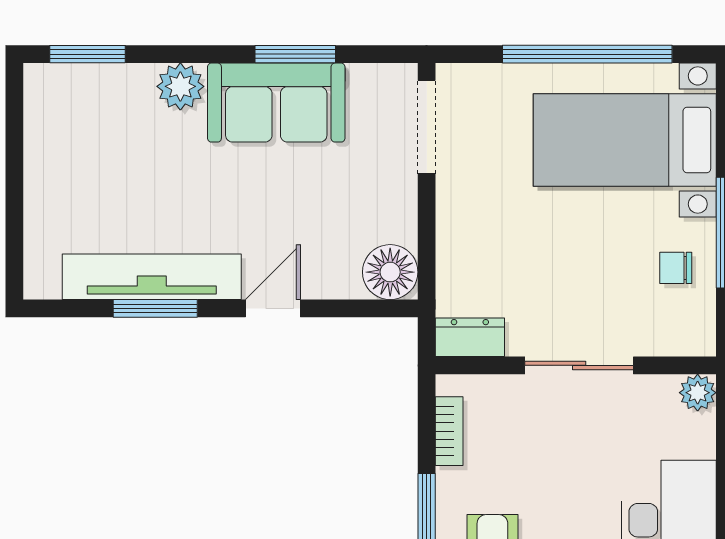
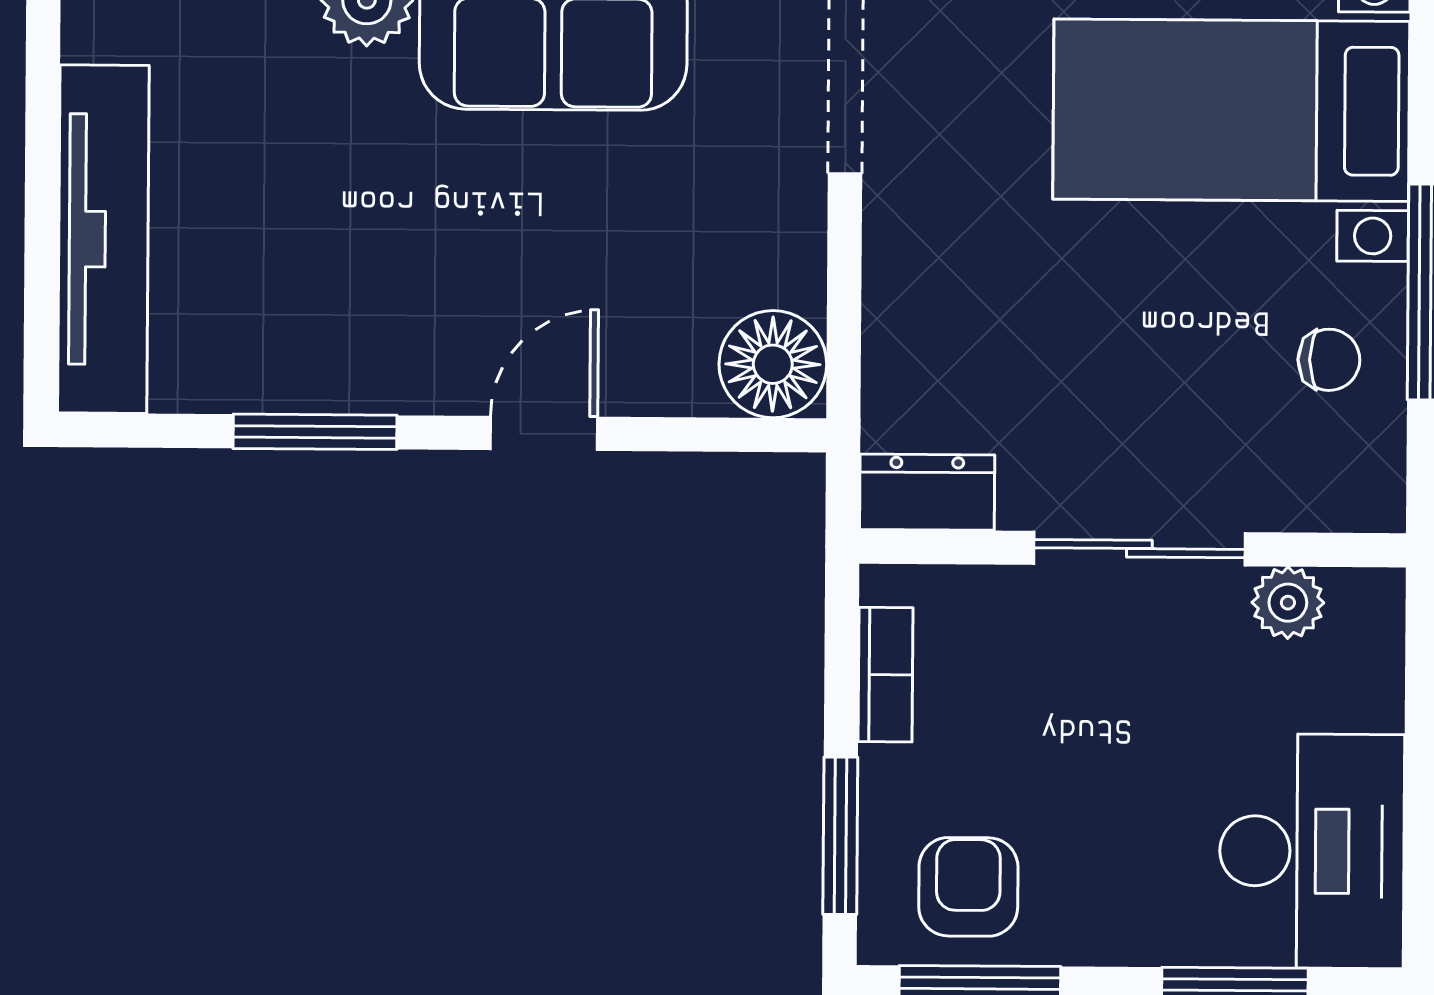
chair: (676, 268) -> (1329, 360), turned 180
tv unit: (152, 277) -> (103, 239), moved, turned 90
plant: (698, 393) -> (1288, 603), moved

